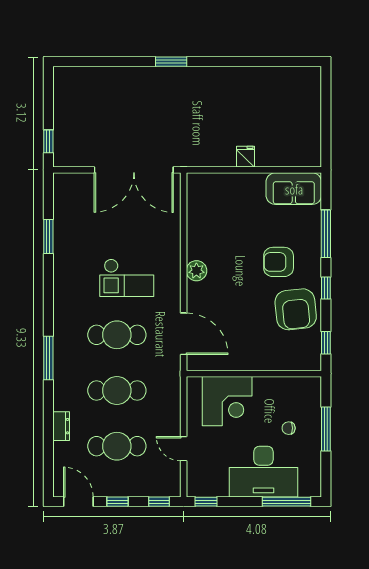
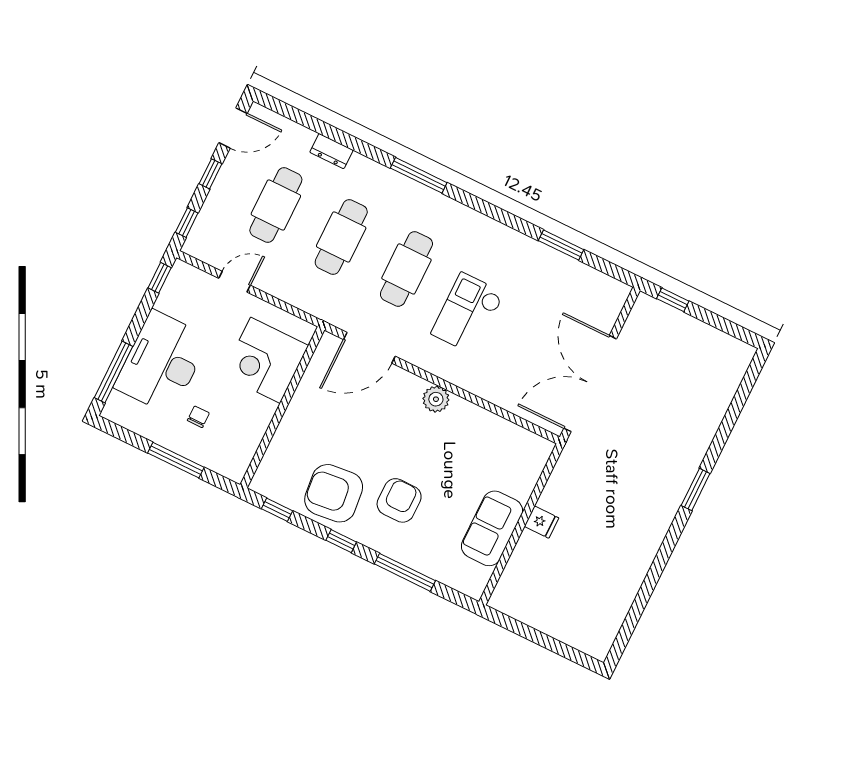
sofa: (294, 189) -> (492, 528), moved

